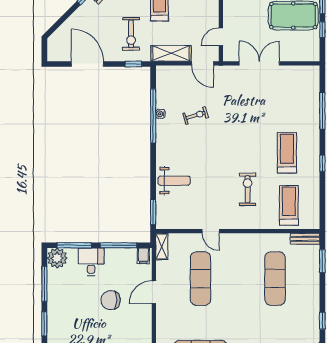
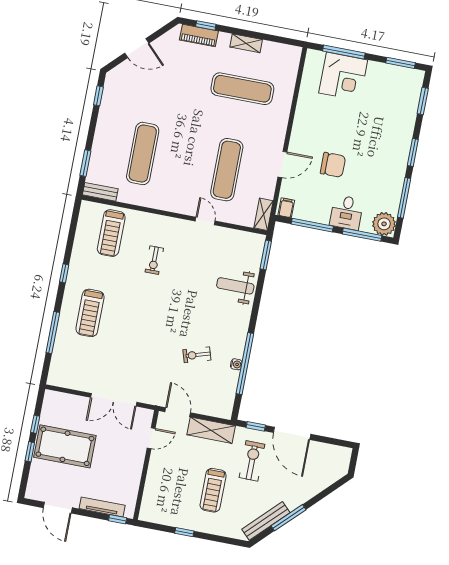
door: (87, 64) -> (292, 433), moved
treadmill: (287, 153) -> (90, 313), moved
exercise bike: (248, 189) -> (154, 260), width x0.73, depth x0.72

